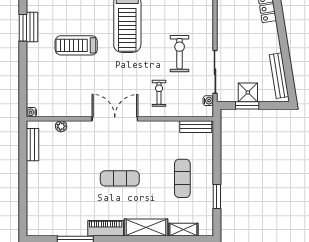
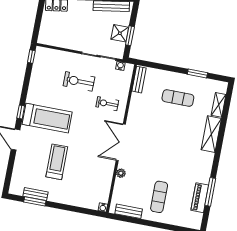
treadmill: (76, 45) -> (57, 162), turned 180
plant: (61, 126) -> (121, 173), moved
exercise mat: (120, 178) -> (159, 197), moved
piano: (106, 228) -> (200, 198), moved

